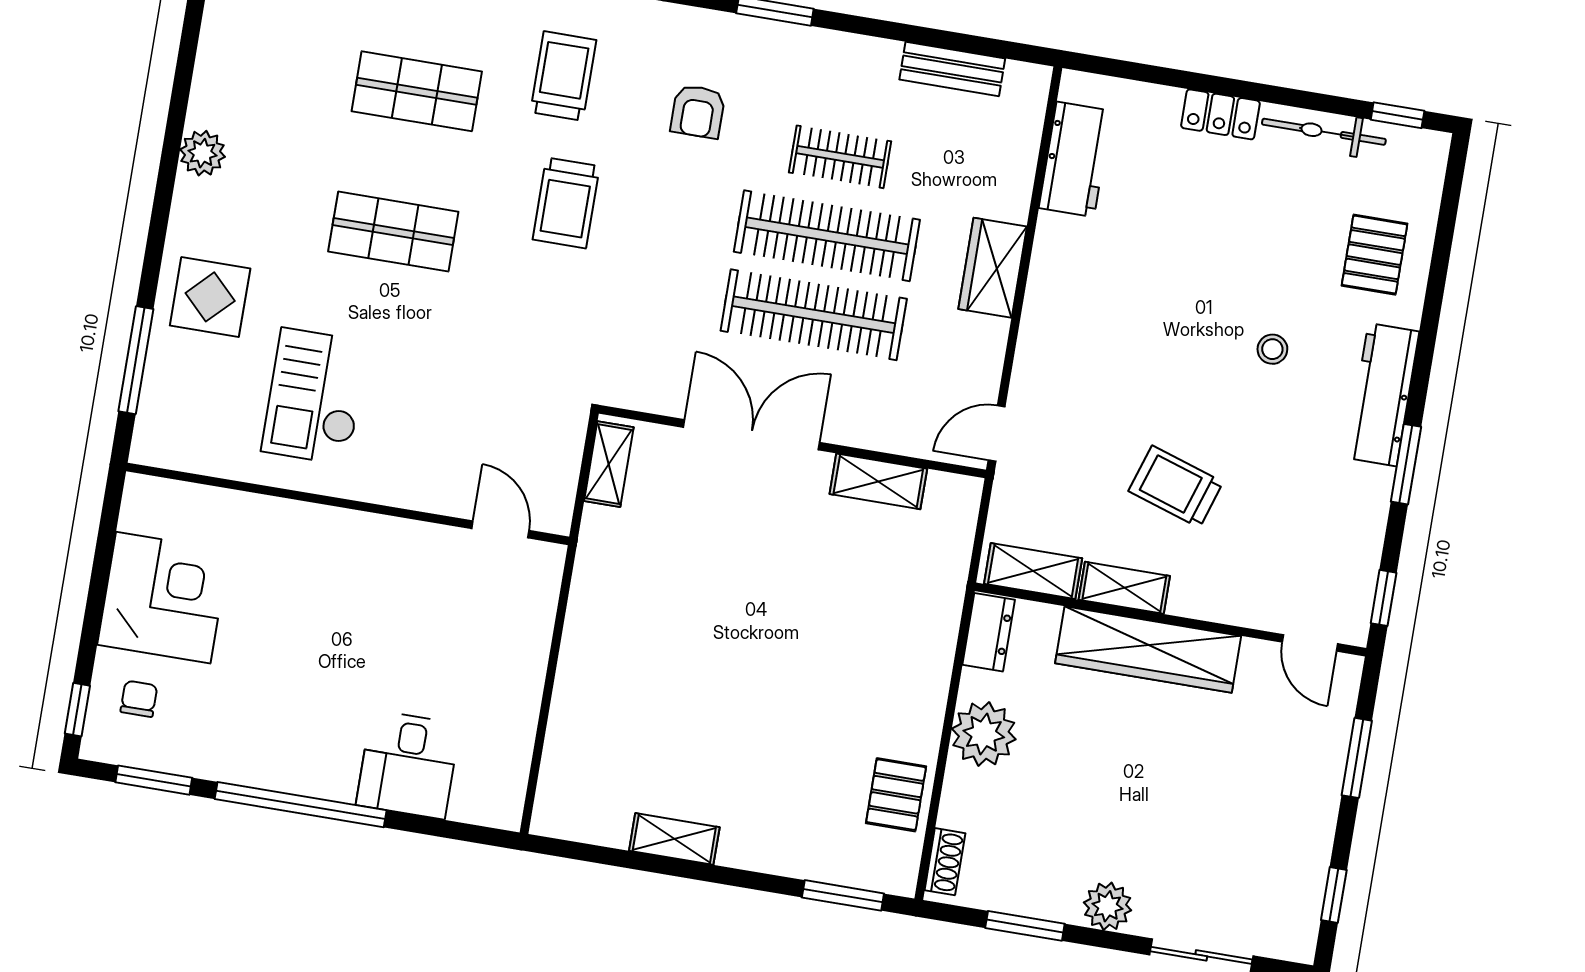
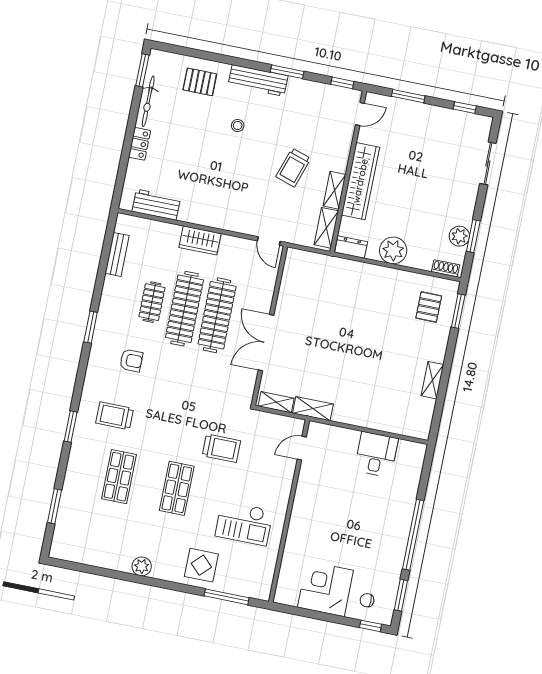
window: (1398, 115) -> (142, 70), width x1.50
trolley: (566, 203) -> (221, 448), moved
shelving: (878, 481) -> (313, 409), moved, turned 90
desk: (408, 765) -> (376, 454), moved, turned -90
pallet: (896, 795) -> (429, 307), moved, turned 90
plant: (1108, 906) -> (459, 236), moved

